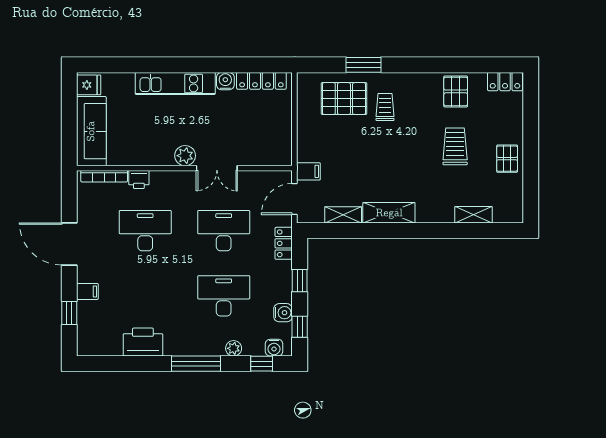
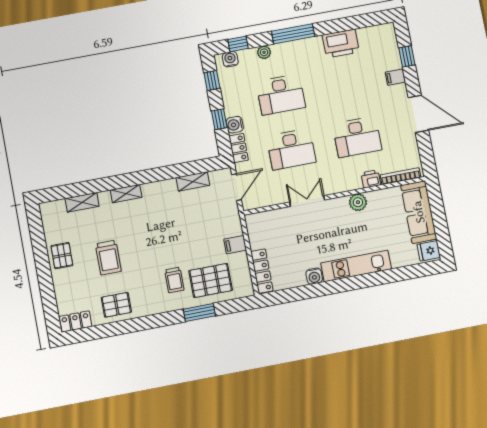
locker: (261, 81) -> (262, 271), moved, turned 90
pallet: (456, 91) -> (116, 305), turned 90
plant: (185, 156) -> (358, 202), moved
filing cabinet: (308, 171) -> (235, 245), moved
shelving: (389, 213) -> (126, 194), moved, width x0.67, depth x0.75
water cooler: (283, 313) -> (235, 125), moved

